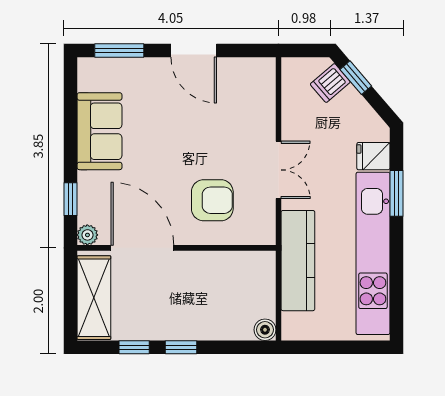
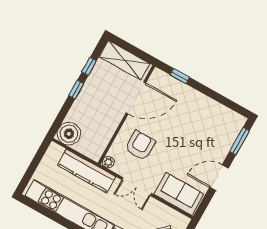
sofa: (99, 131) -> (179, 194), moved, turned 180
armchair: (212, 200) -> (140, 146), turned 180
plant: (87, 235) -> (108, 162), moved
boiler: (265, 330) -> (69, 134), width x1.86, depth x1.86

